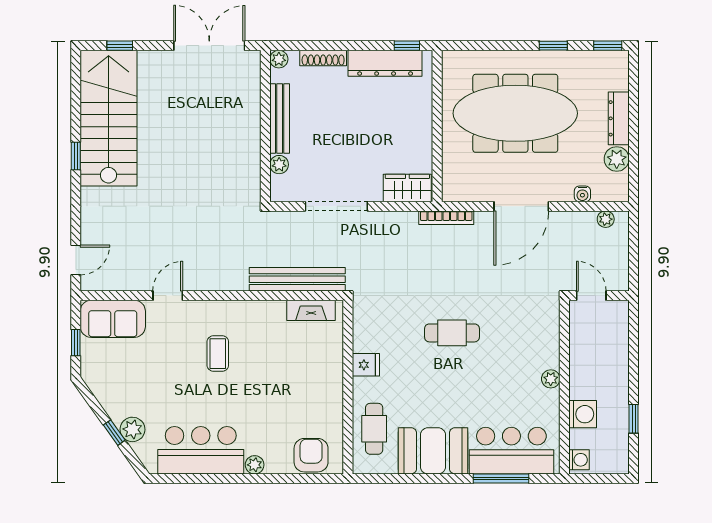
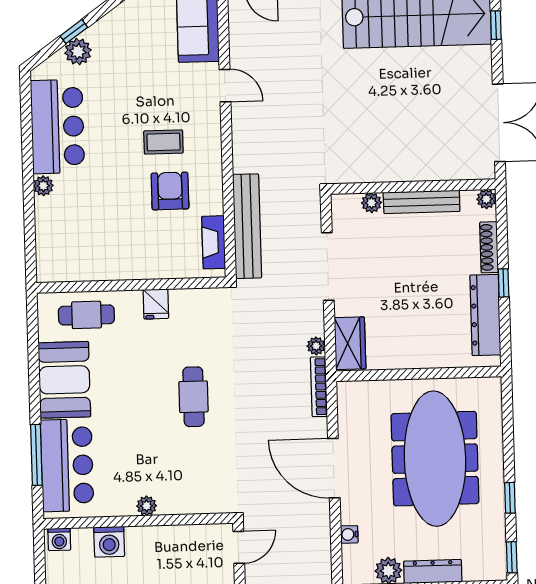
window: (407, 46) -> (504, 283), moved
plant: (606, 219) -> (316, 346), moved
armchair: (311, 455) -> (170, 191), moved, turned -90

